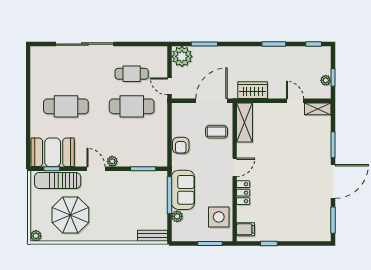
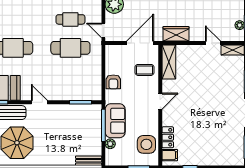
plant: (112, 161) -> (53, 96), removed
locker: (243, 193) -> (168, 137), moved

